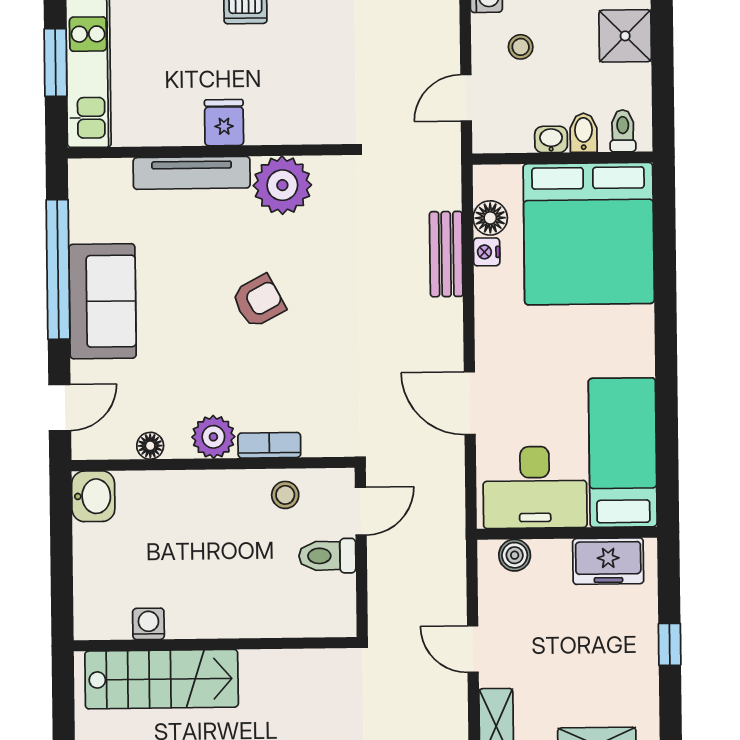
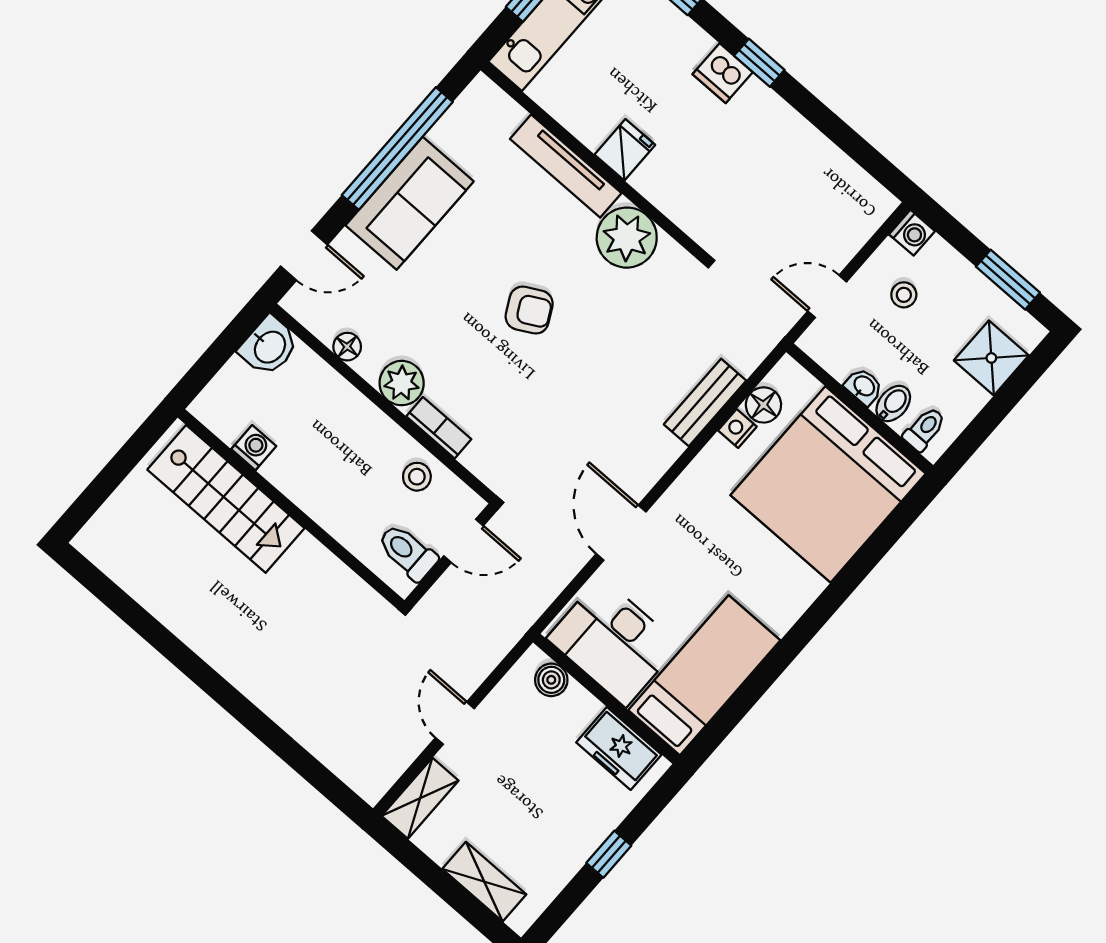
washing machine: (148, 624) -> (254, 448), moved
wall: (215, 644) -> (291, 509), moved
stairs: (162, 679) -> (226, 499), moved

